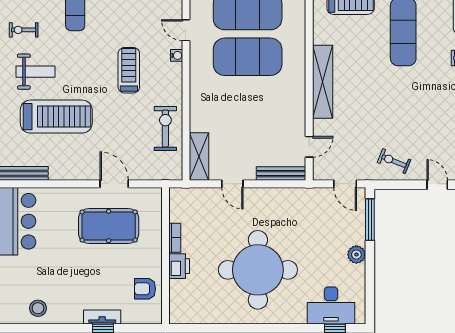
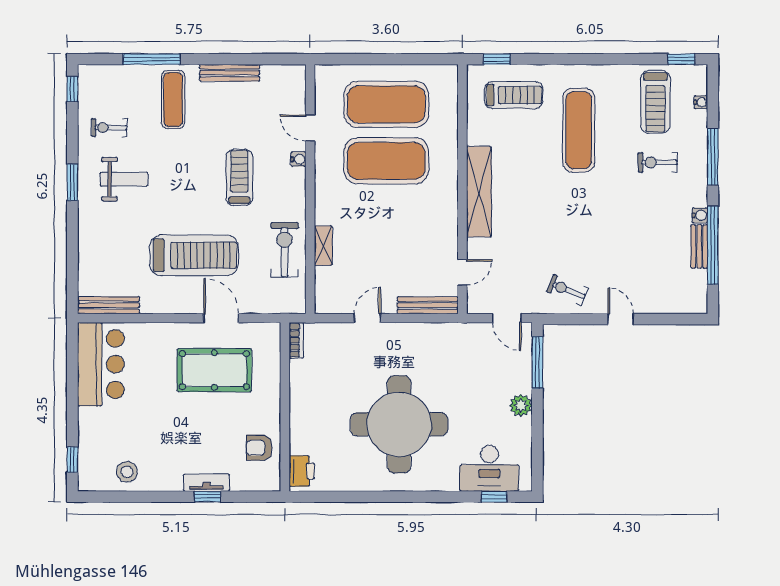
treadmill: (56, 117) -> (194, 255), moved
shelving: (199, 157) -> (323, 246), moved, width x0.67, depth x0.75
door: (232, 184) -> (367, 318), swing flipped
bookcase: (175, 238) -> (296, 340), moved
printer: (179, 266) -> (302, 471), moved

